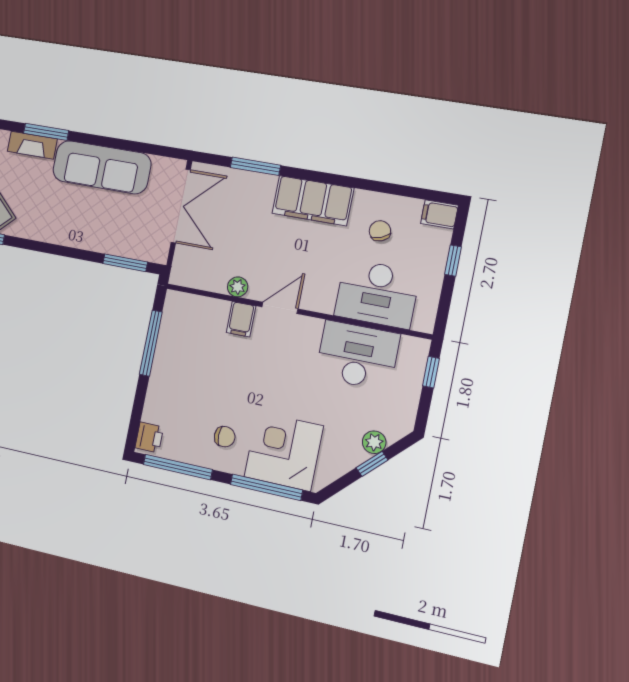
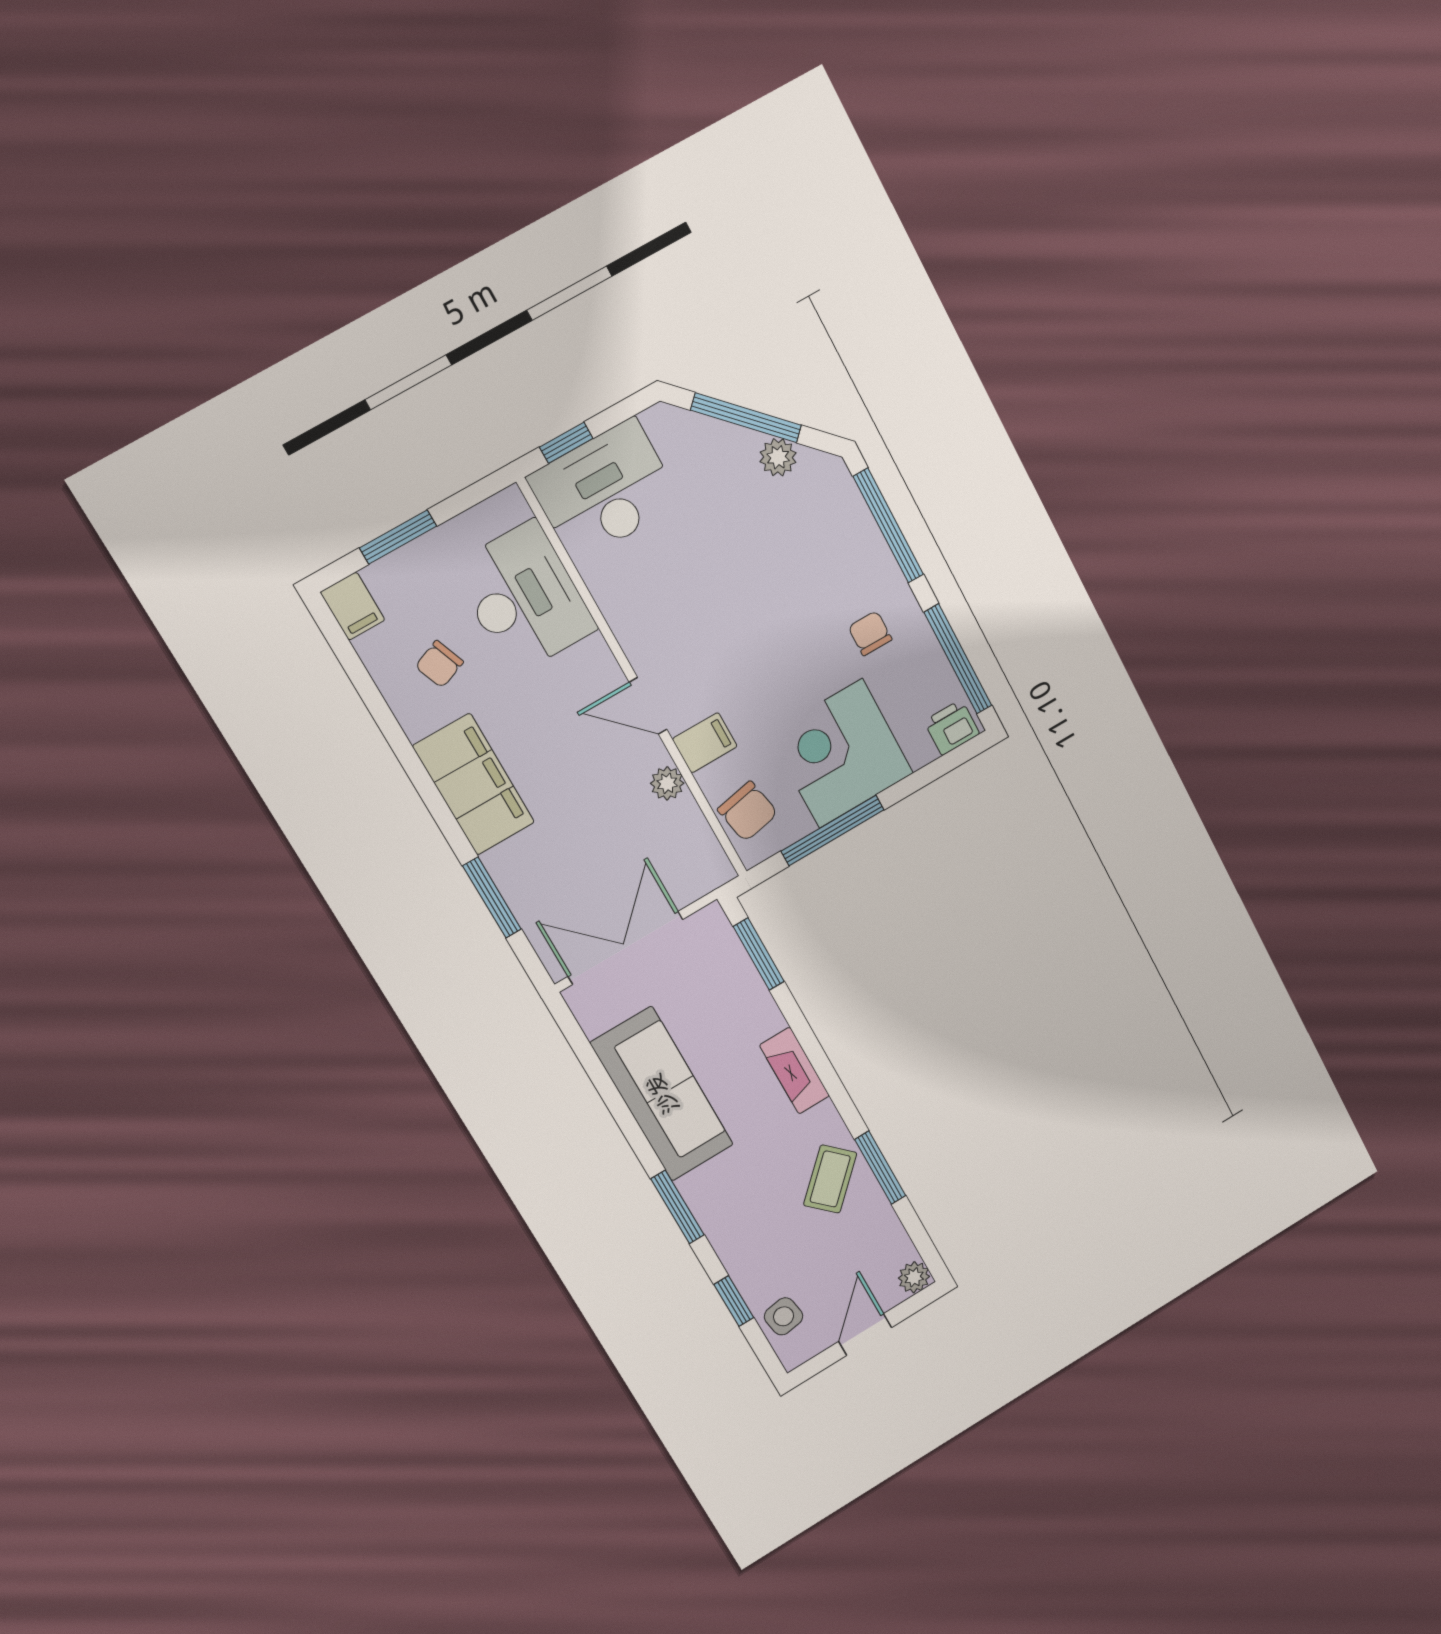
fireplace: (32, 145) -> (795, 1071), moved, turned 180
window: (453, 261) -> (398, 537), width x1.50
chair: (193, 312) -> (748, 811), added
desk: (357, 355) -> (605, 491), moved, turned 90
plant: (374, 442) -> (778, 457), moved
corner desk: (284, 451) -> (841, 753), moved, turned 90
window: (372, 464) -> (746, 418), width x2.17

